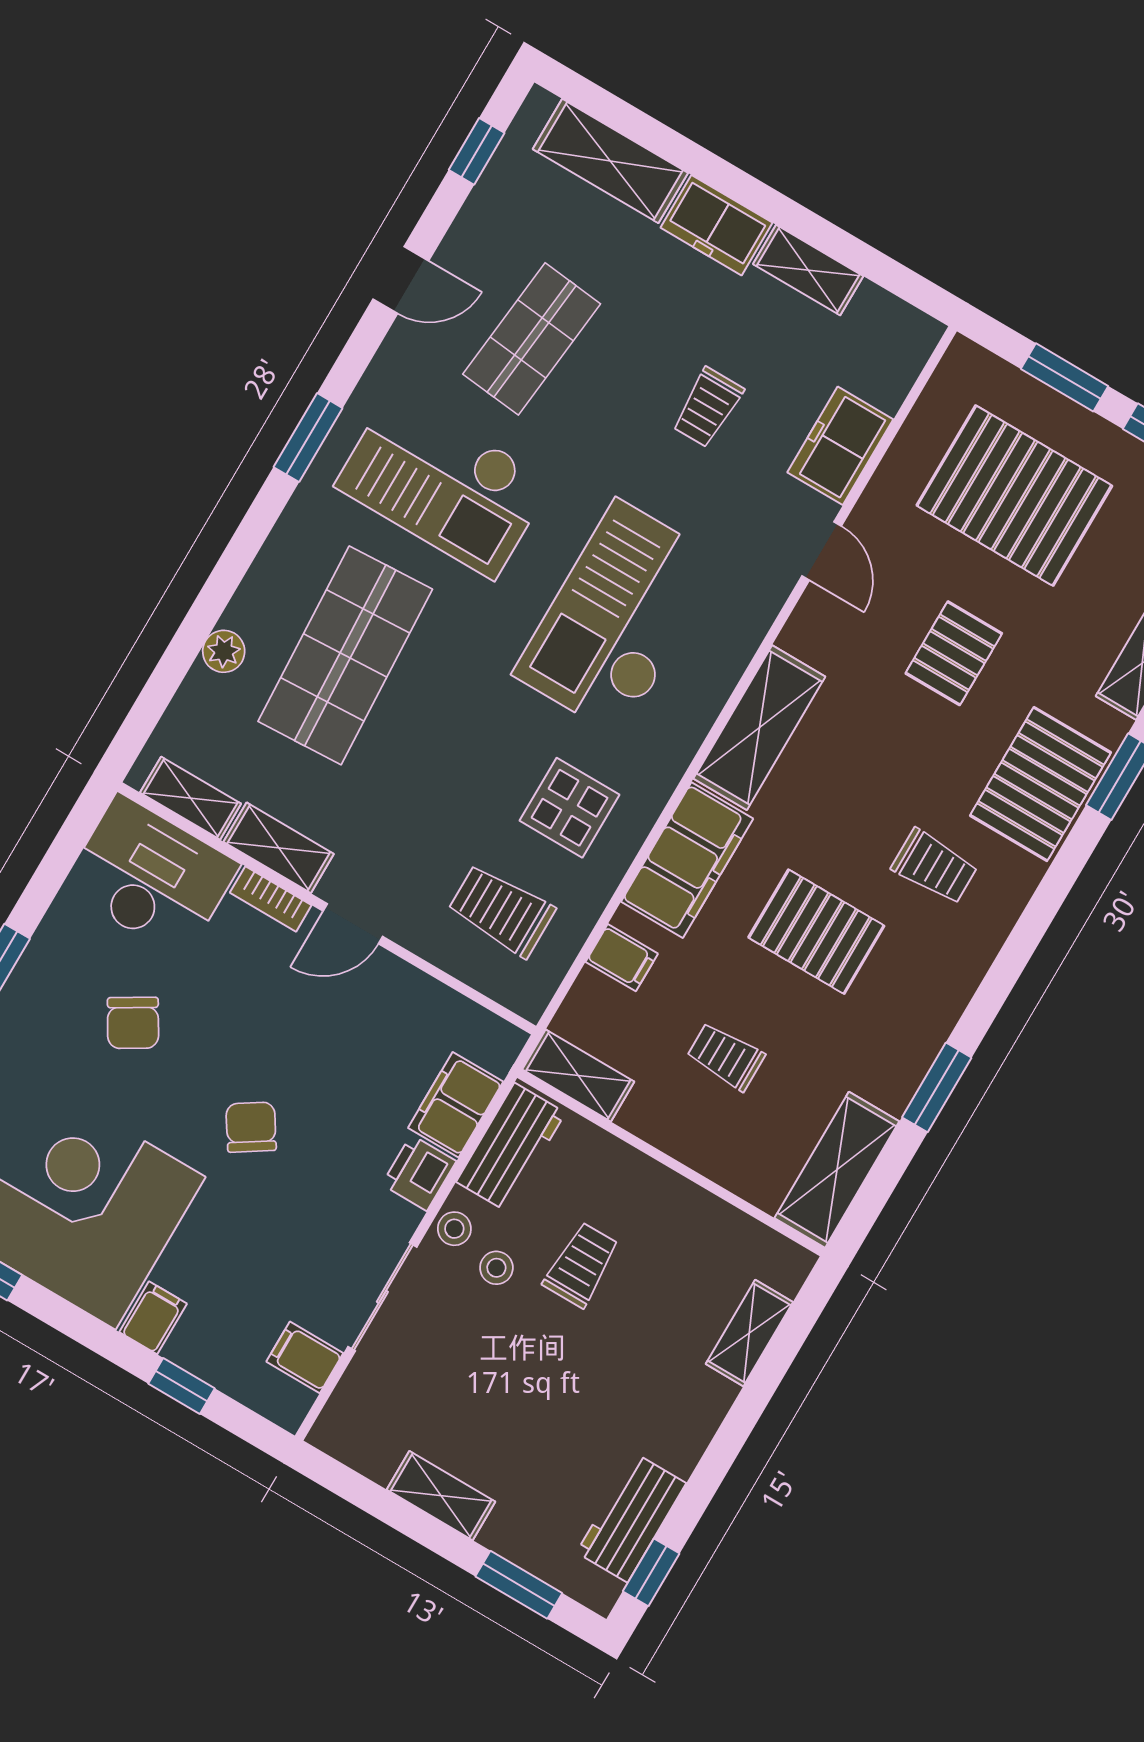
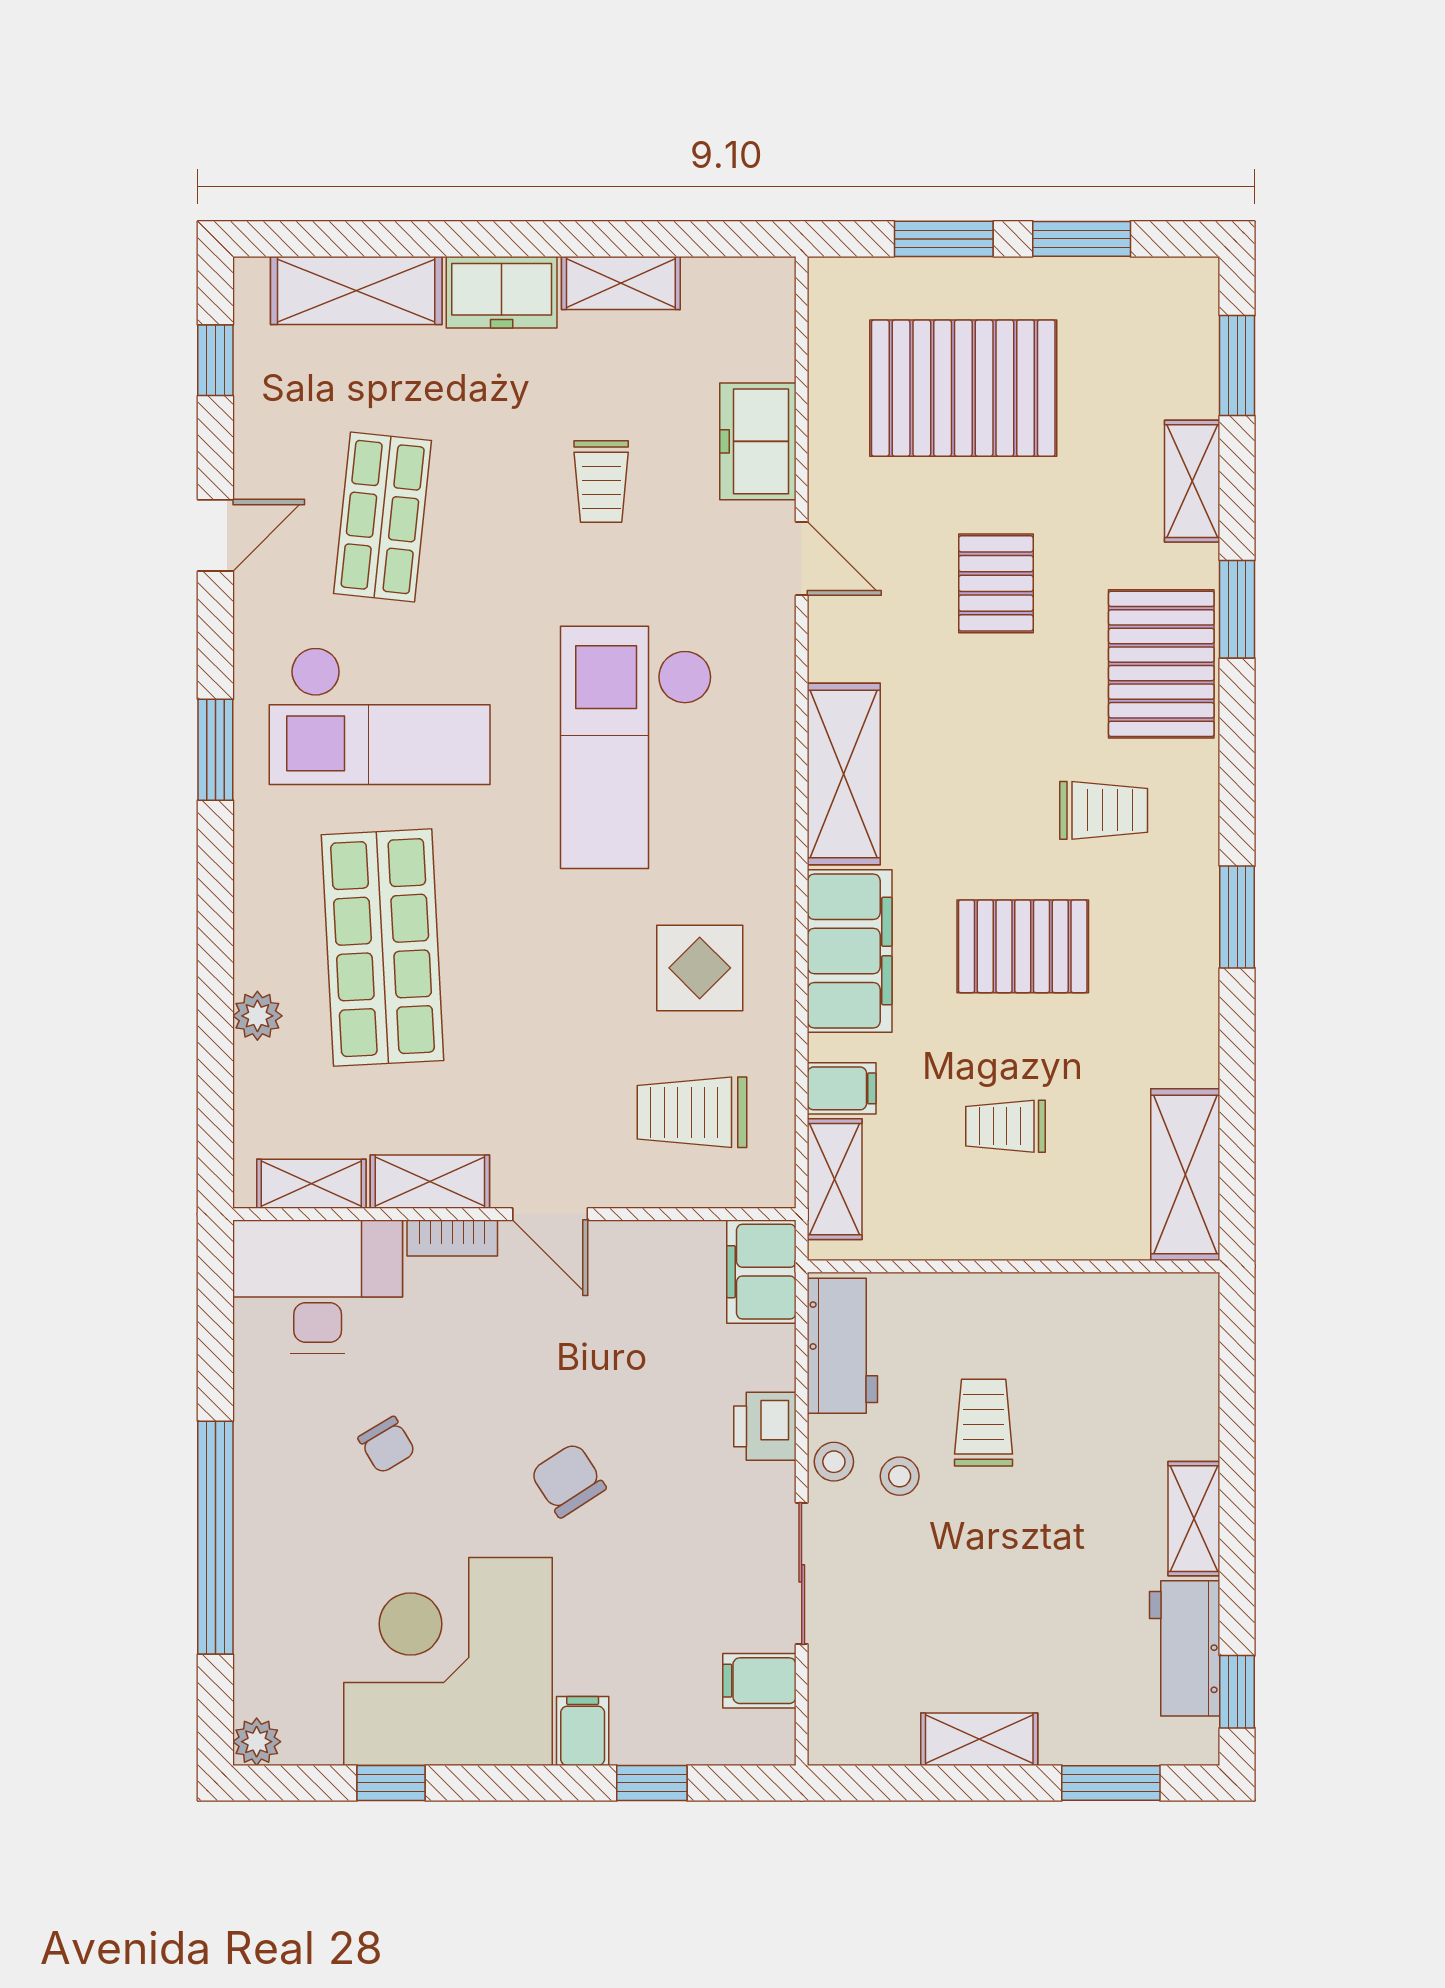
door: (353, 924) -> (550, 1214), hinge flipped
chair: (133, 1023) -> (387, 1445), width x0.73, depth x0.73
shelving: (578, 1076) -> (835, 1179), moved, turned 90
window: (937, 1087) -> (1237, 917), moved
filing cabinet: (456, 1105) -> (761, 1272), moved
shelving: (749, 1333) -> (1194, 1519), moved

